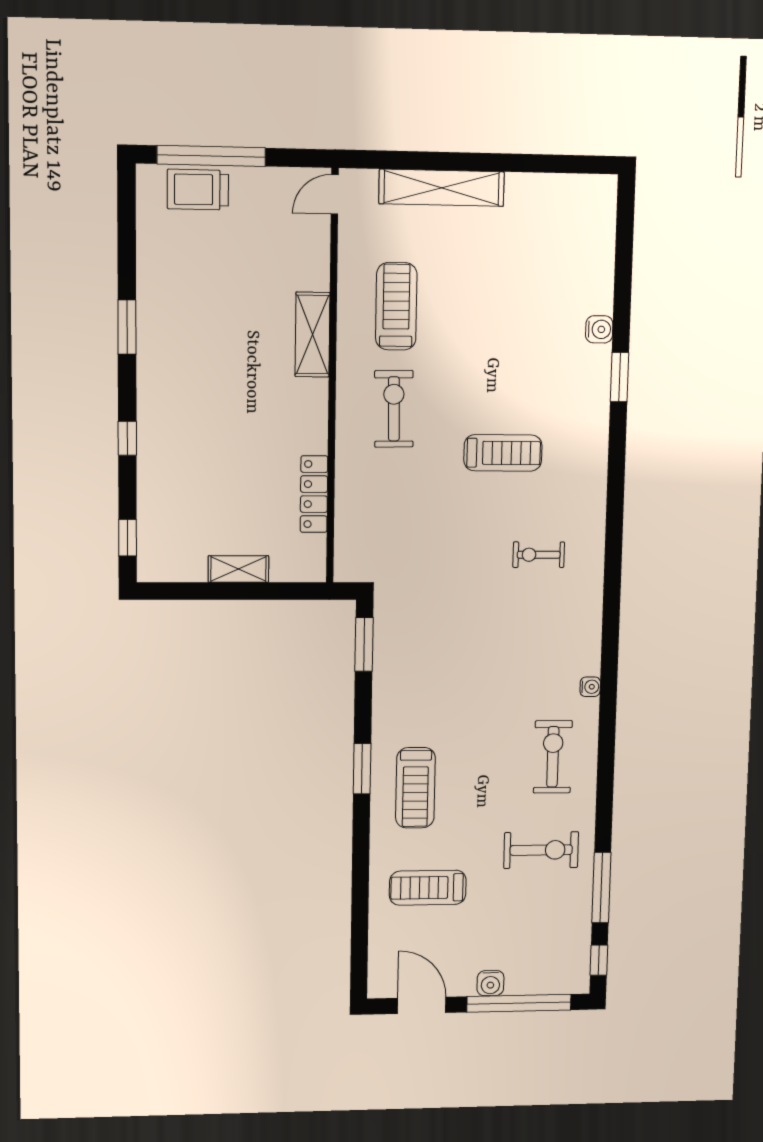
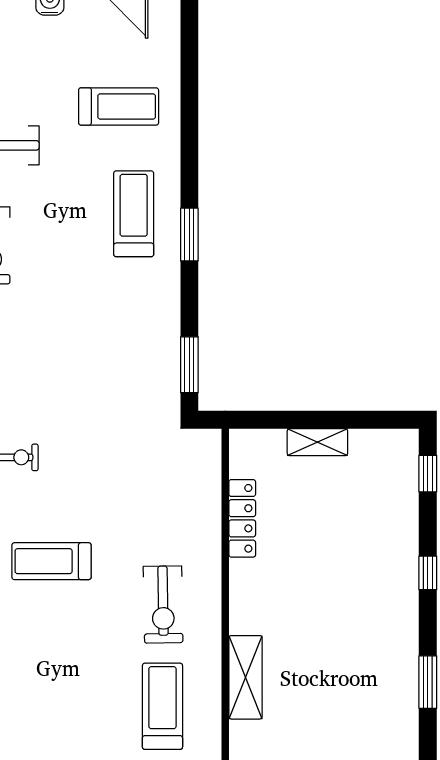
treadmill: (396, 306) -> (162, 706), turned 180

